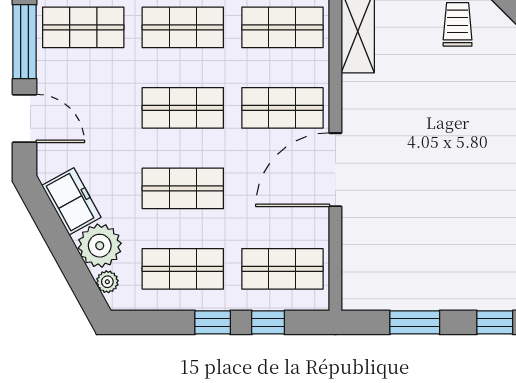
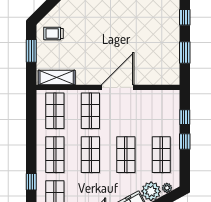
door: (335, 170) -> (118, 87), swing flipped
shop shelf: (282, 269) -> (161, 111), removed

